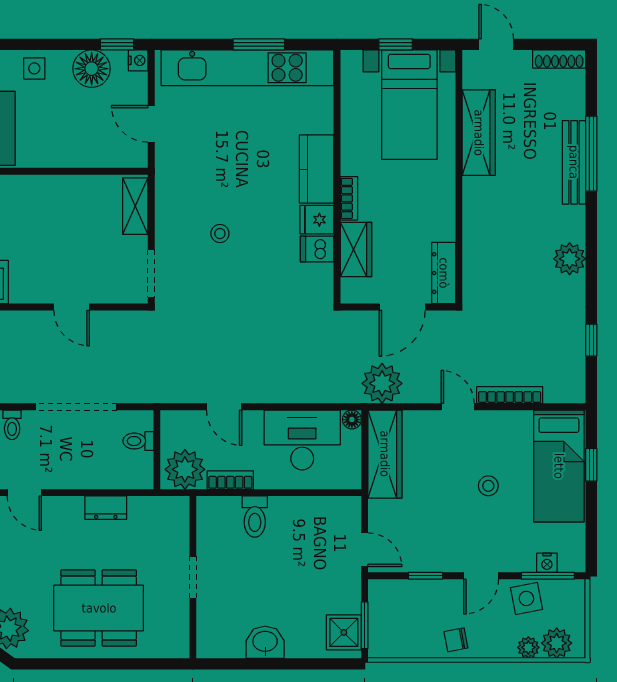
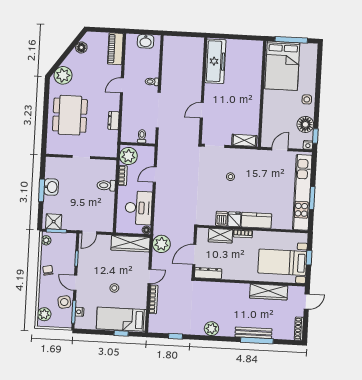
door: (402, 307) -> (194, 255), hinge flipped
plant: (528, 647) -> (46, 240), moved
window: (274, 664) -> (42, 190), added

